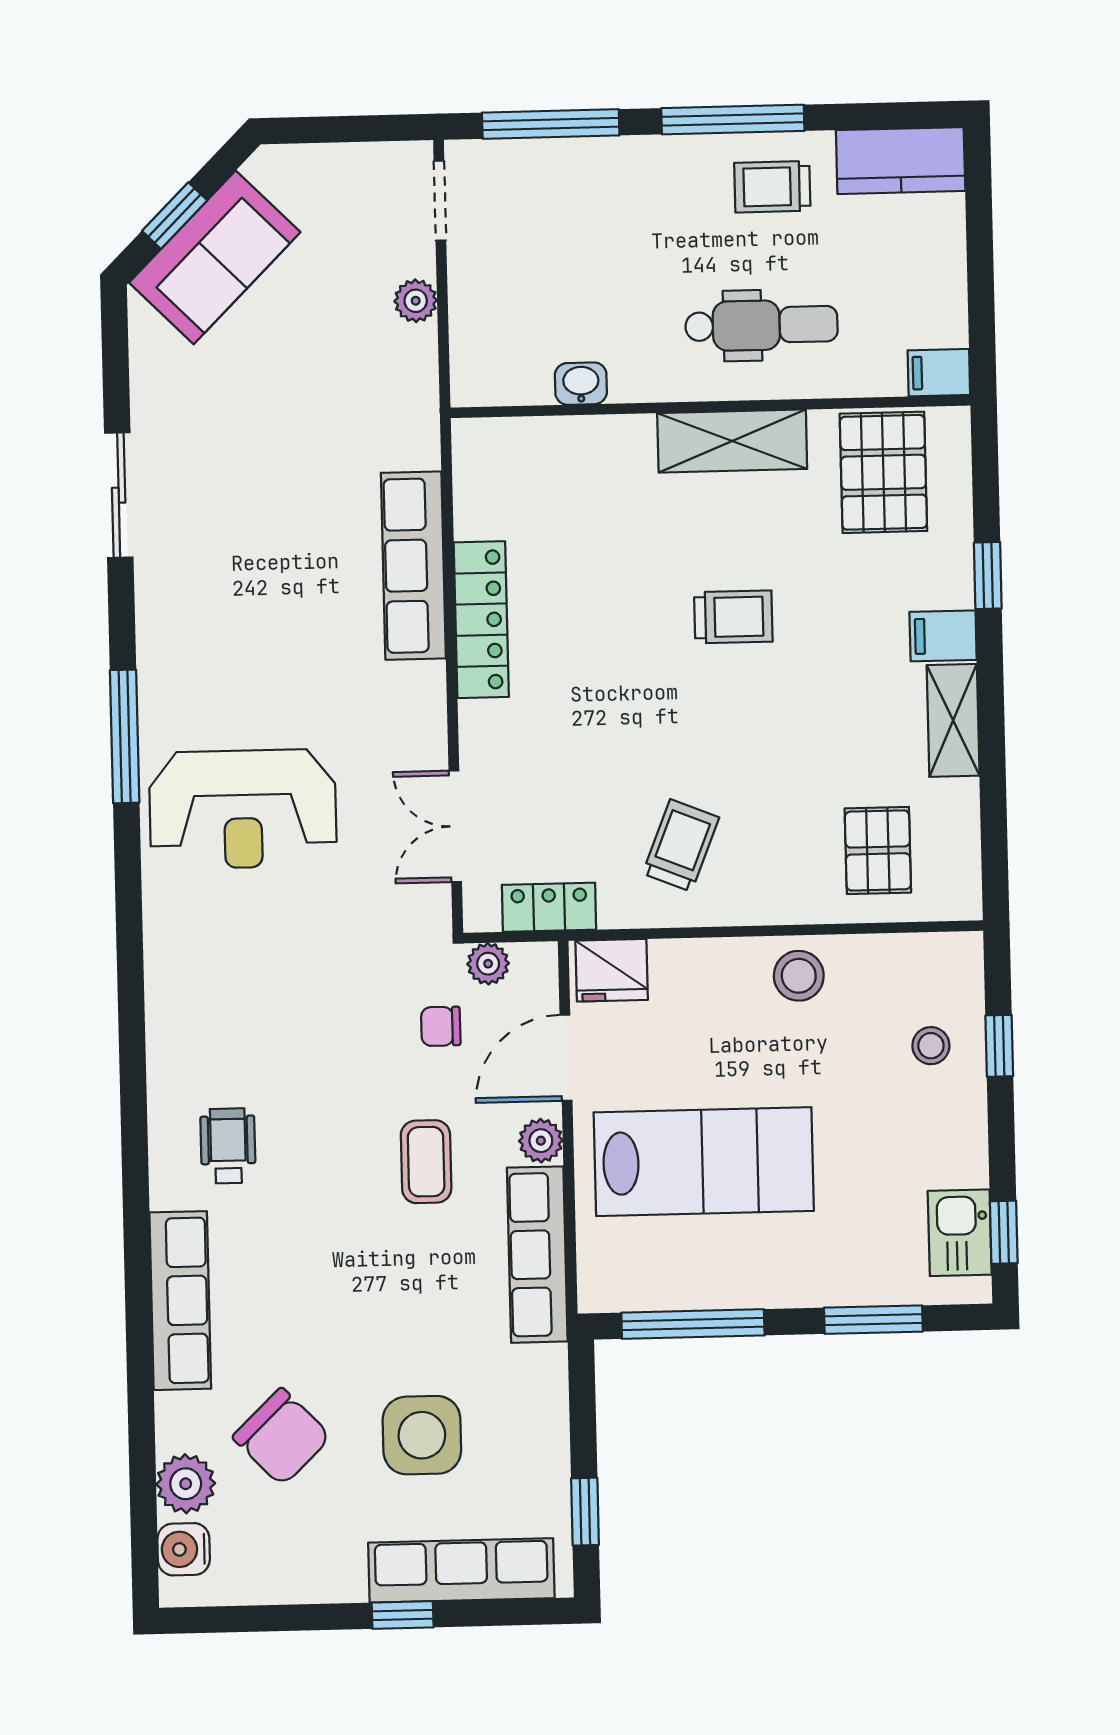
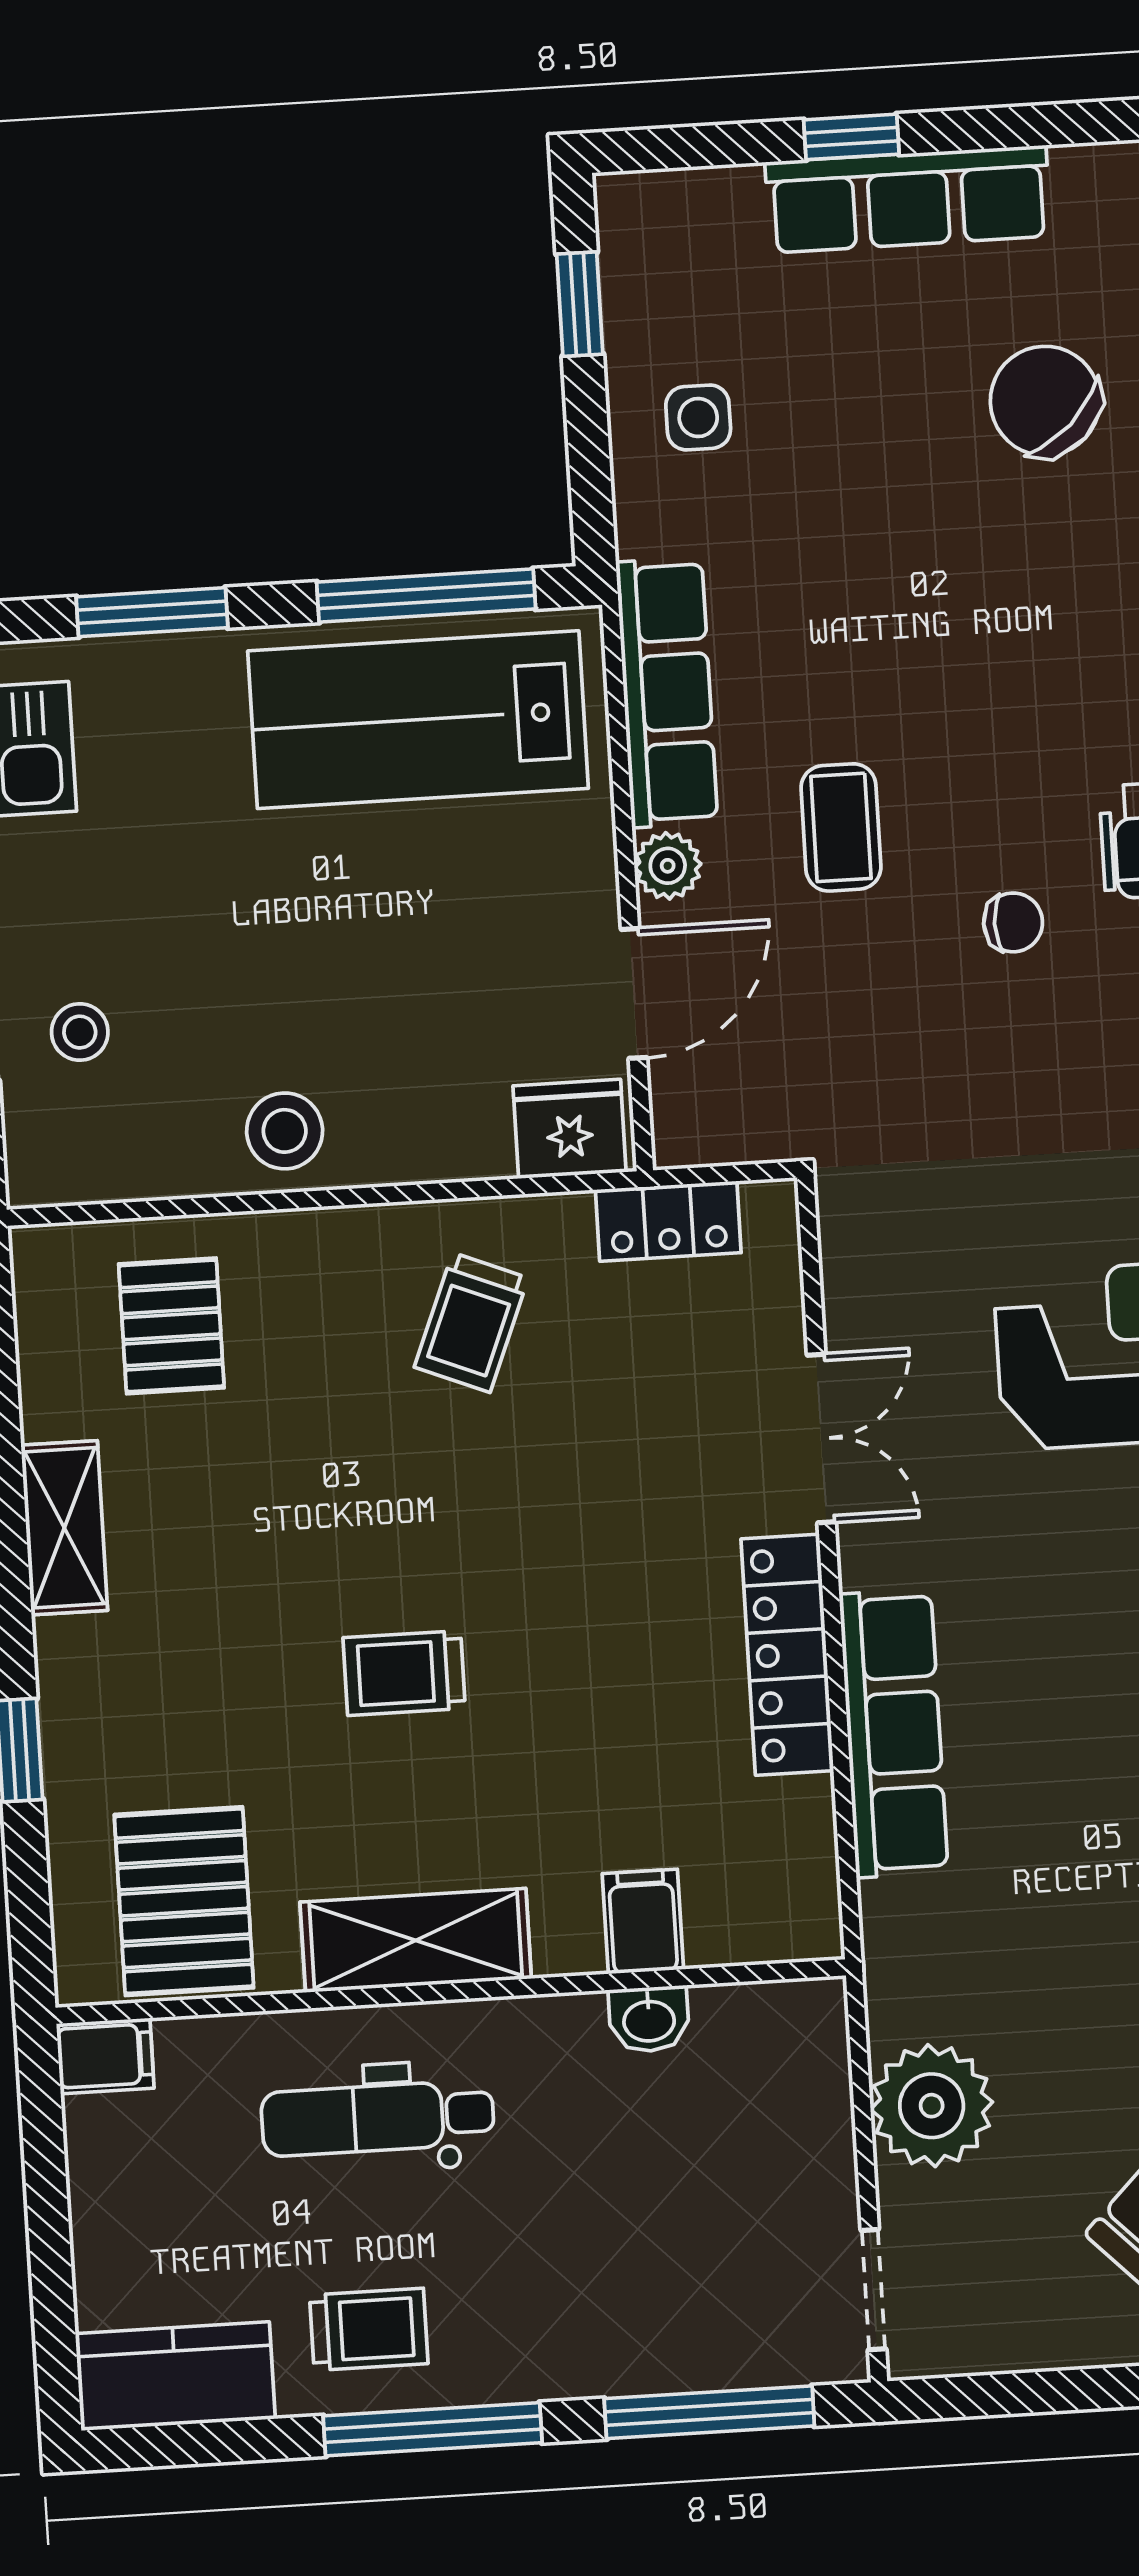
plant: (416, 301) -> (932, 2106), width x1.88, depth x1.88
filing cabinet: (943, 636) -> (643, 1921), moved, turned -90
double door: (455, 826) -> (821, 1438), moved
plant: (488, 964) -> (758, 1132), removed
chair: (441, 1026) -> (1013, 922), moved
lab bench: (704, 1162) -> (418, 720), moved
side table: (422, 1435) -> (698, 417), moved, width x0.54, depth x0.54
row of seats: (461, 1570) -> (908, 199), moved

